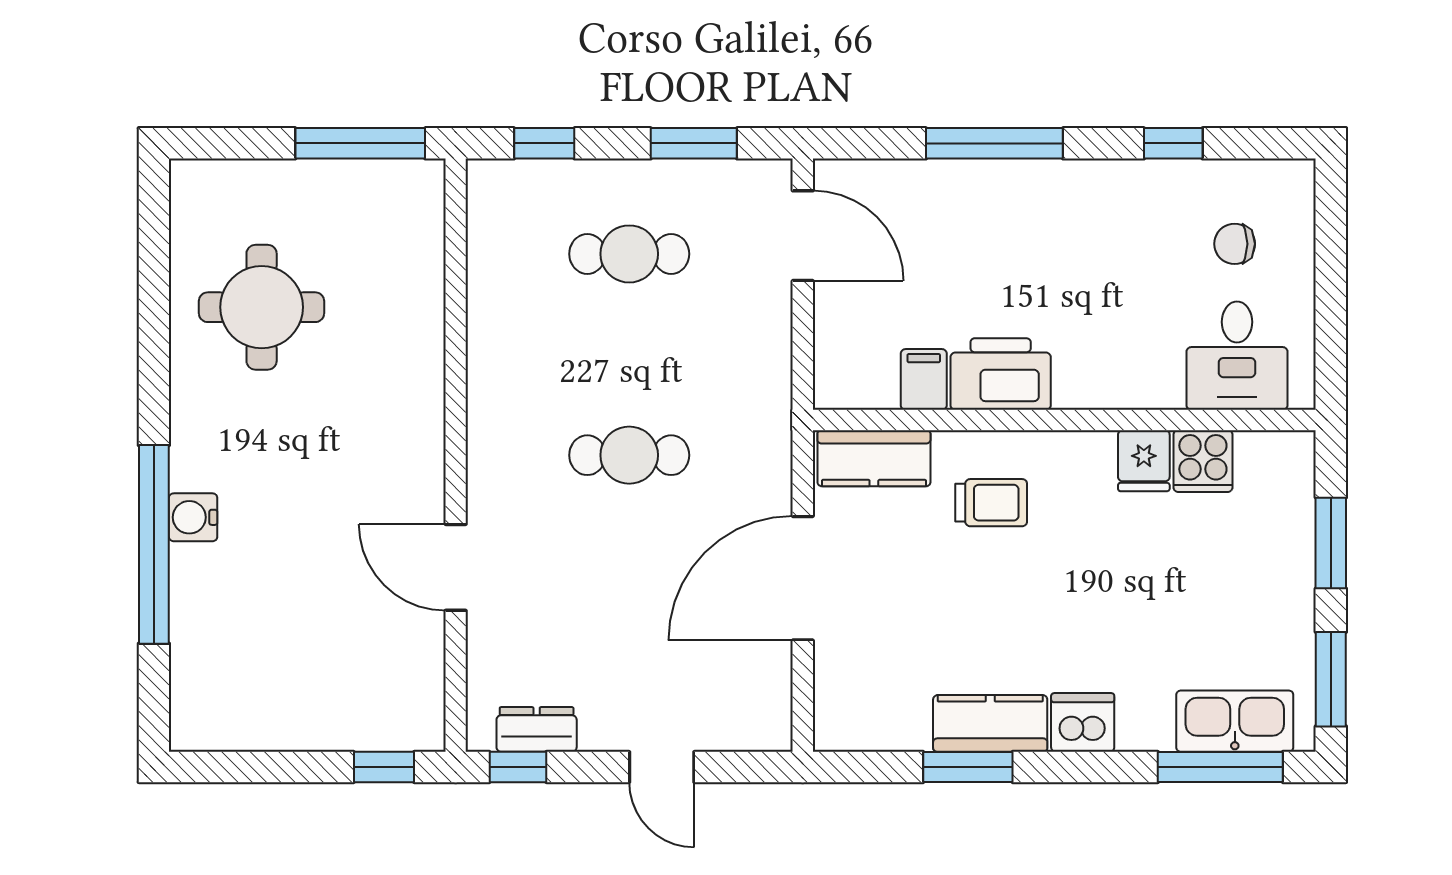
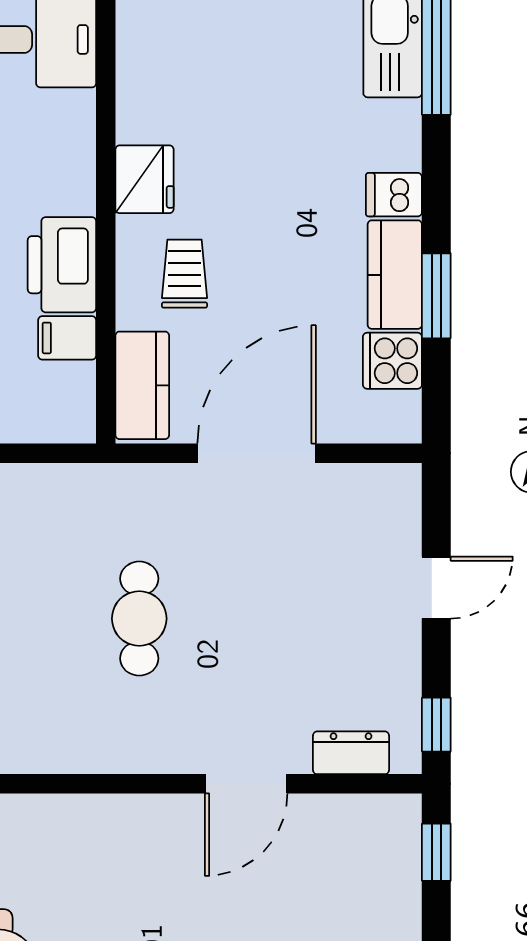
fridge: (1144, 461) -> (144, 179), moved, width x1.38
cooker: (1203, 461) -> (392, 361), moved, turned 180
door: (803, 578) -> (257, 453), swing flipped
dishwasher: (1083, 722) -> (394, 195), width x0.73
dresser: (537, 729) -> (351, 753), moved, turned 90

